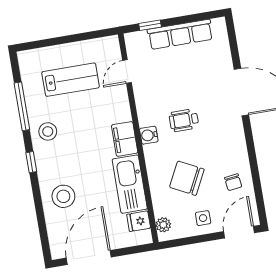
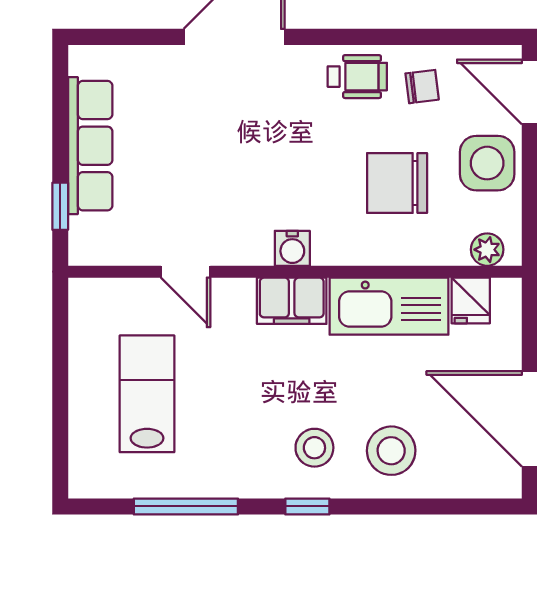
door: (127, 71) -> (186, 272), moved
wheelchair: (184, 120) -> (357, 77), moved, turned -90
stool: (48, 131) -> (314, 448), moved
chair: (187, 178) -> (397, 183), turned 63
side table: (203, 218) -> (487, 163), width x1.87, depth x1.87

